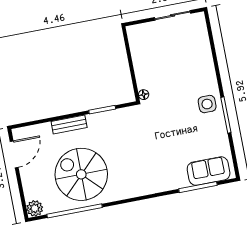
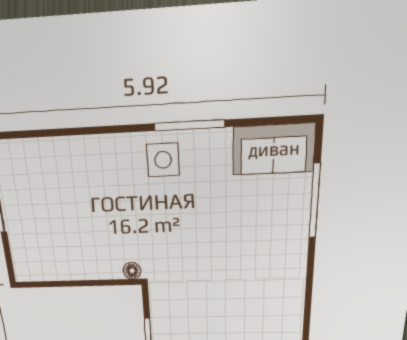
sofa: (209, 171) -> (274, 149), moved, turned -90

